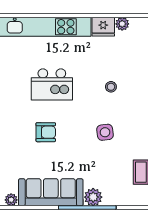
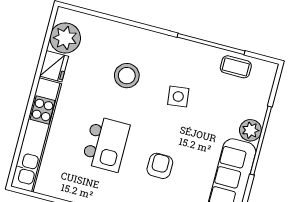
plant: (122, 24) -> (65, 38), width x1.88, depth x1.88
stool: (111, 87) -> (127, 76), width x1.89, depth x1.89

